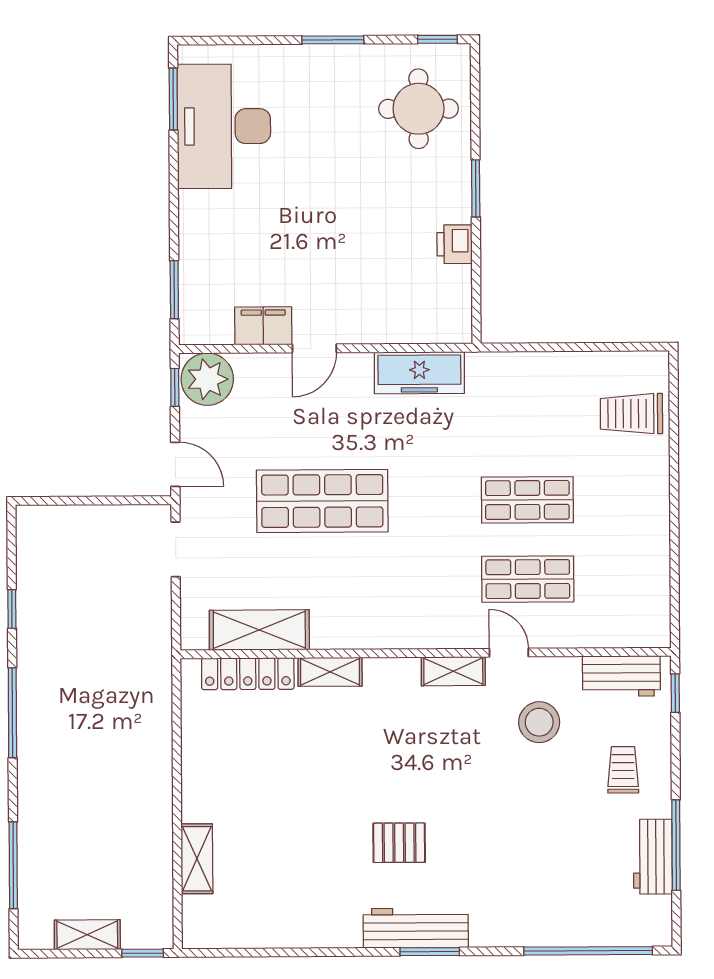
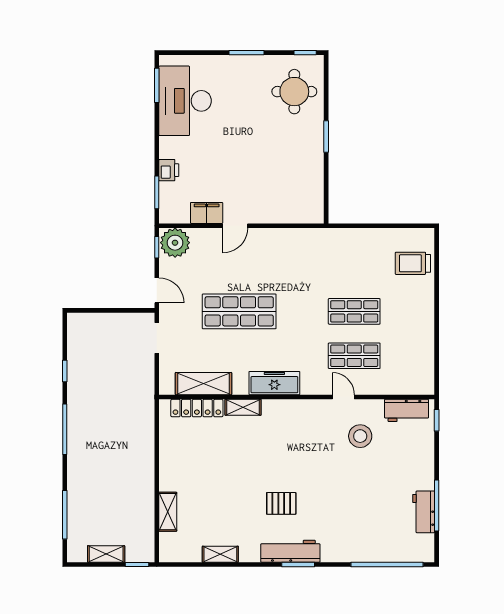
printer: (455, 244) -> (169, 170), moved, turned 180
freezer: (419, 373) -> (274, 383), moved, turned 180
shelving: (453, 671) -> (220, 554), moved
trolley: (623, 770) -> (407, 463), removed

